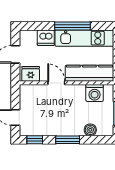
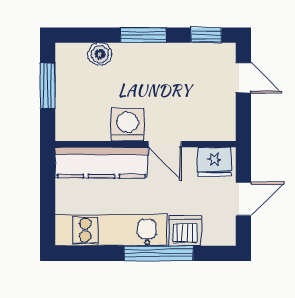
window: (72, 26) -> (159, 253), moved
washing machine: (95, 93) -> (128, 125), moved

